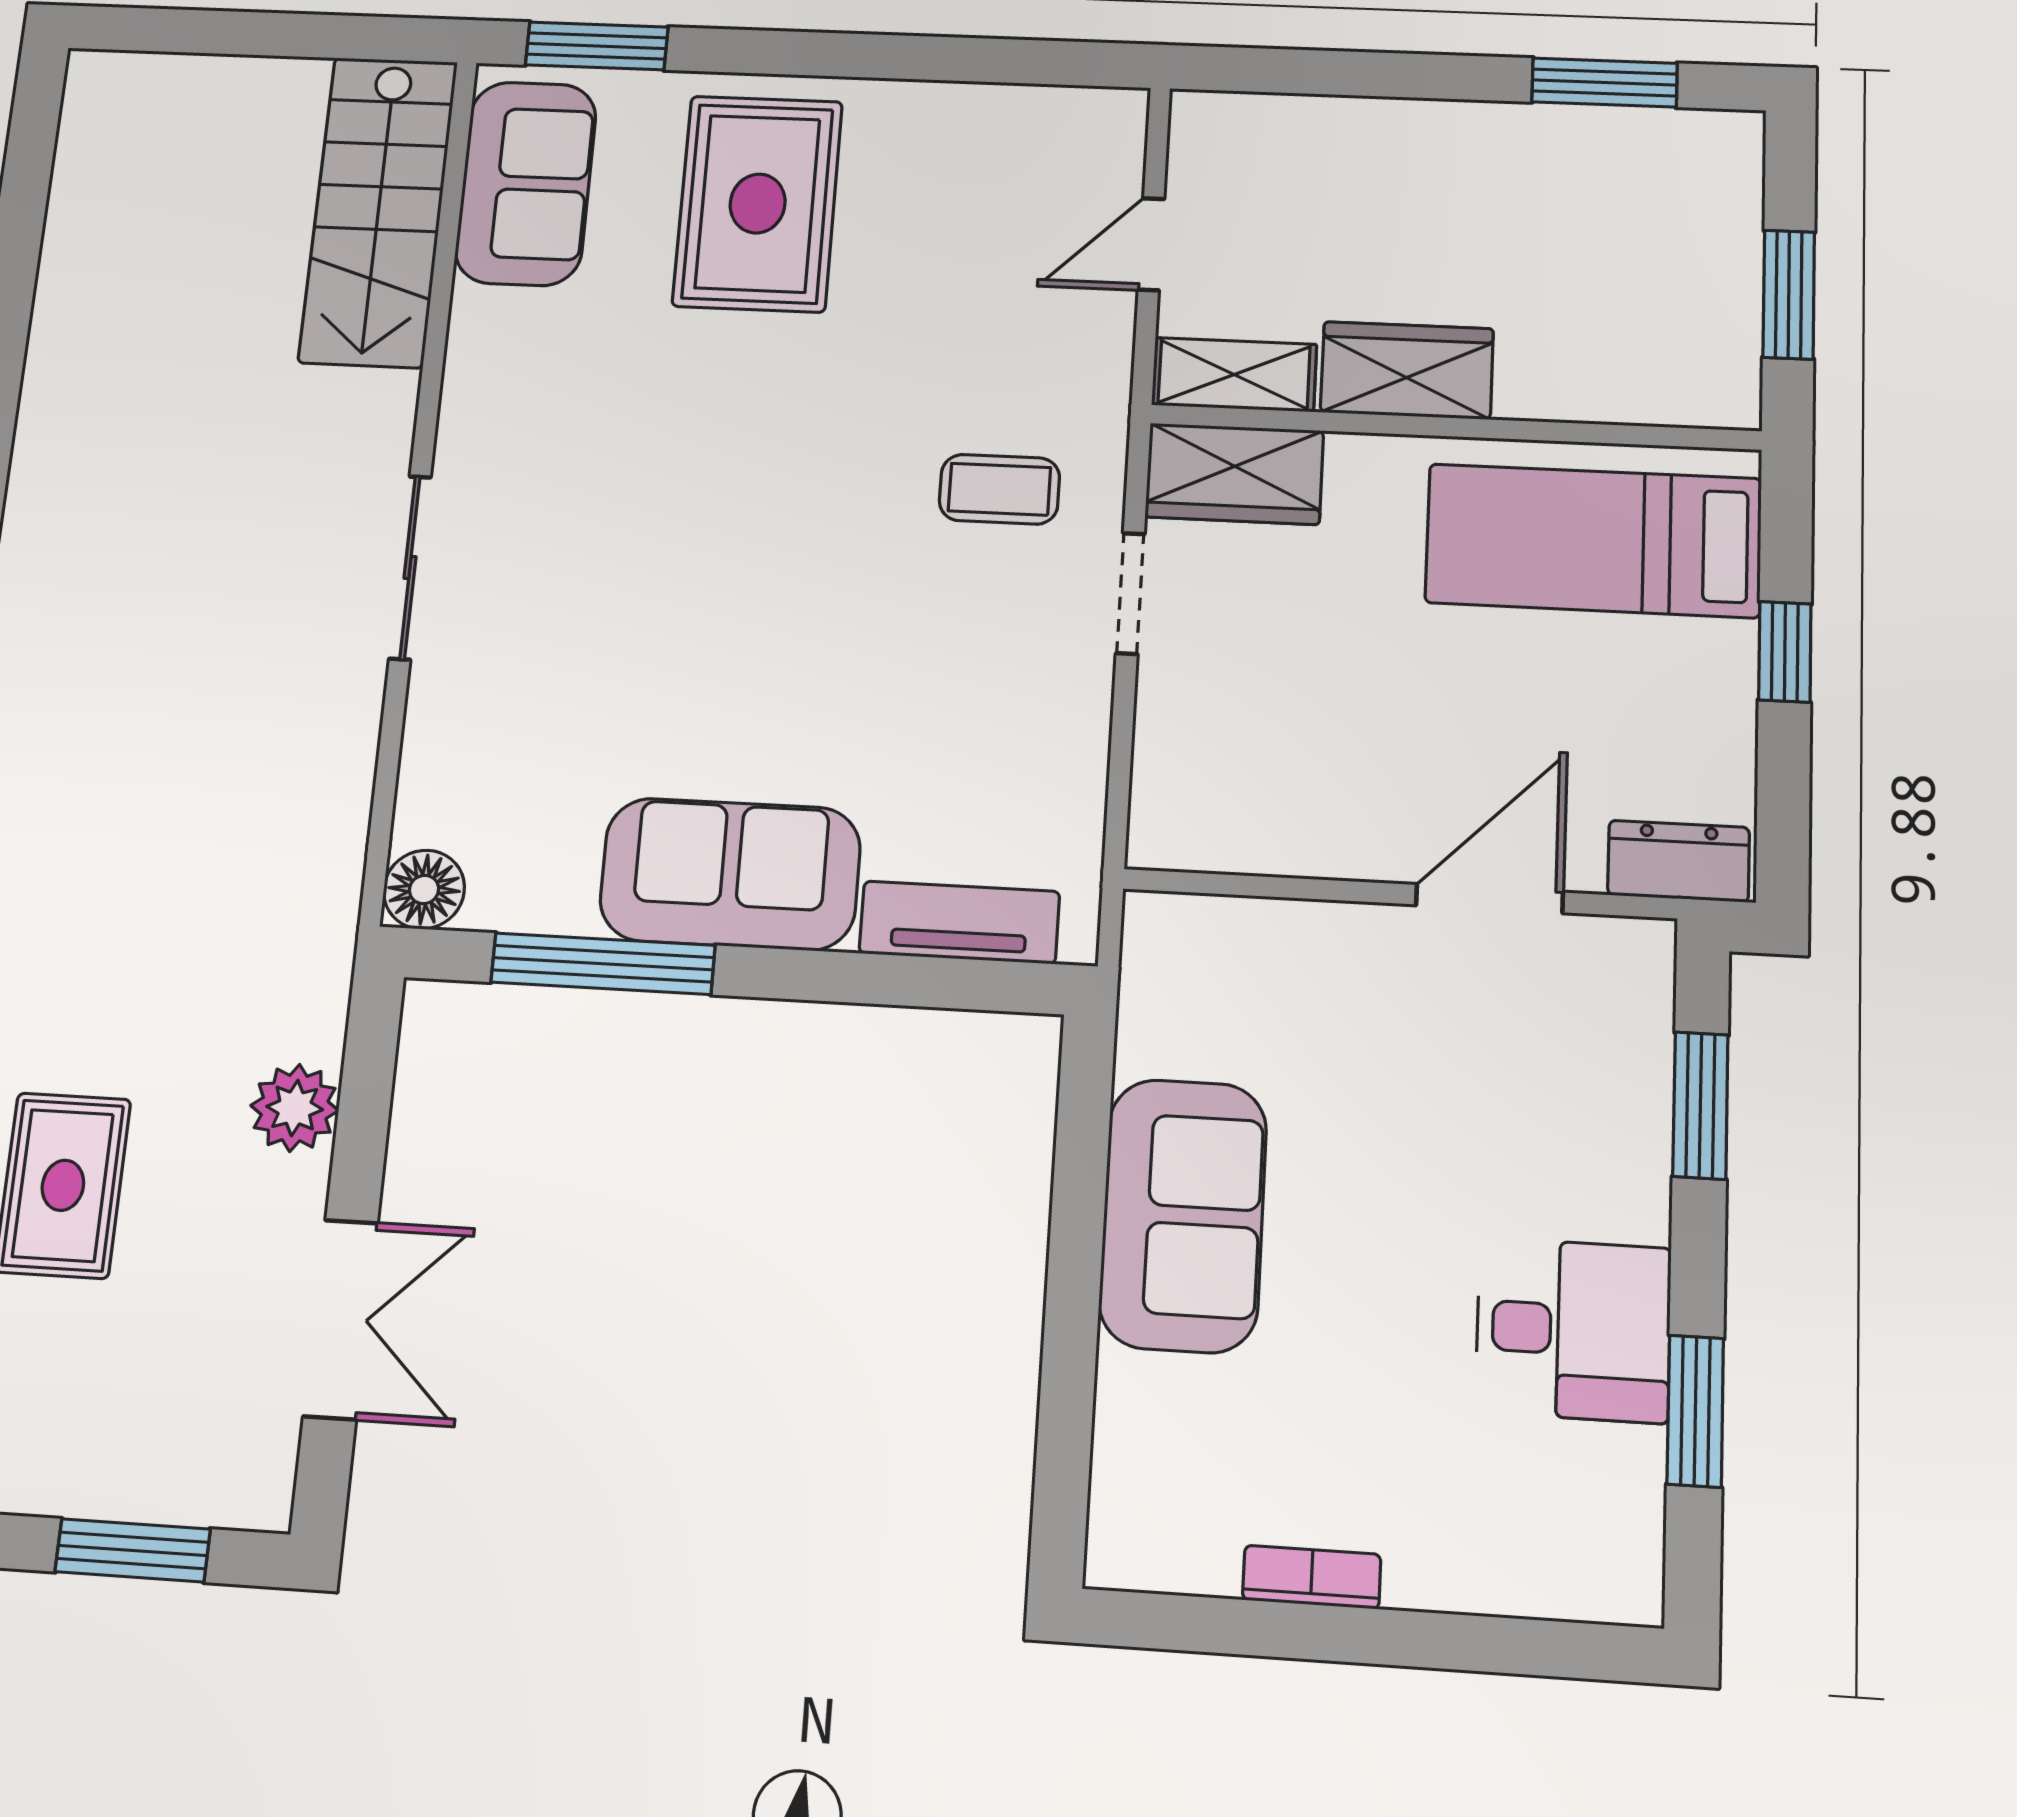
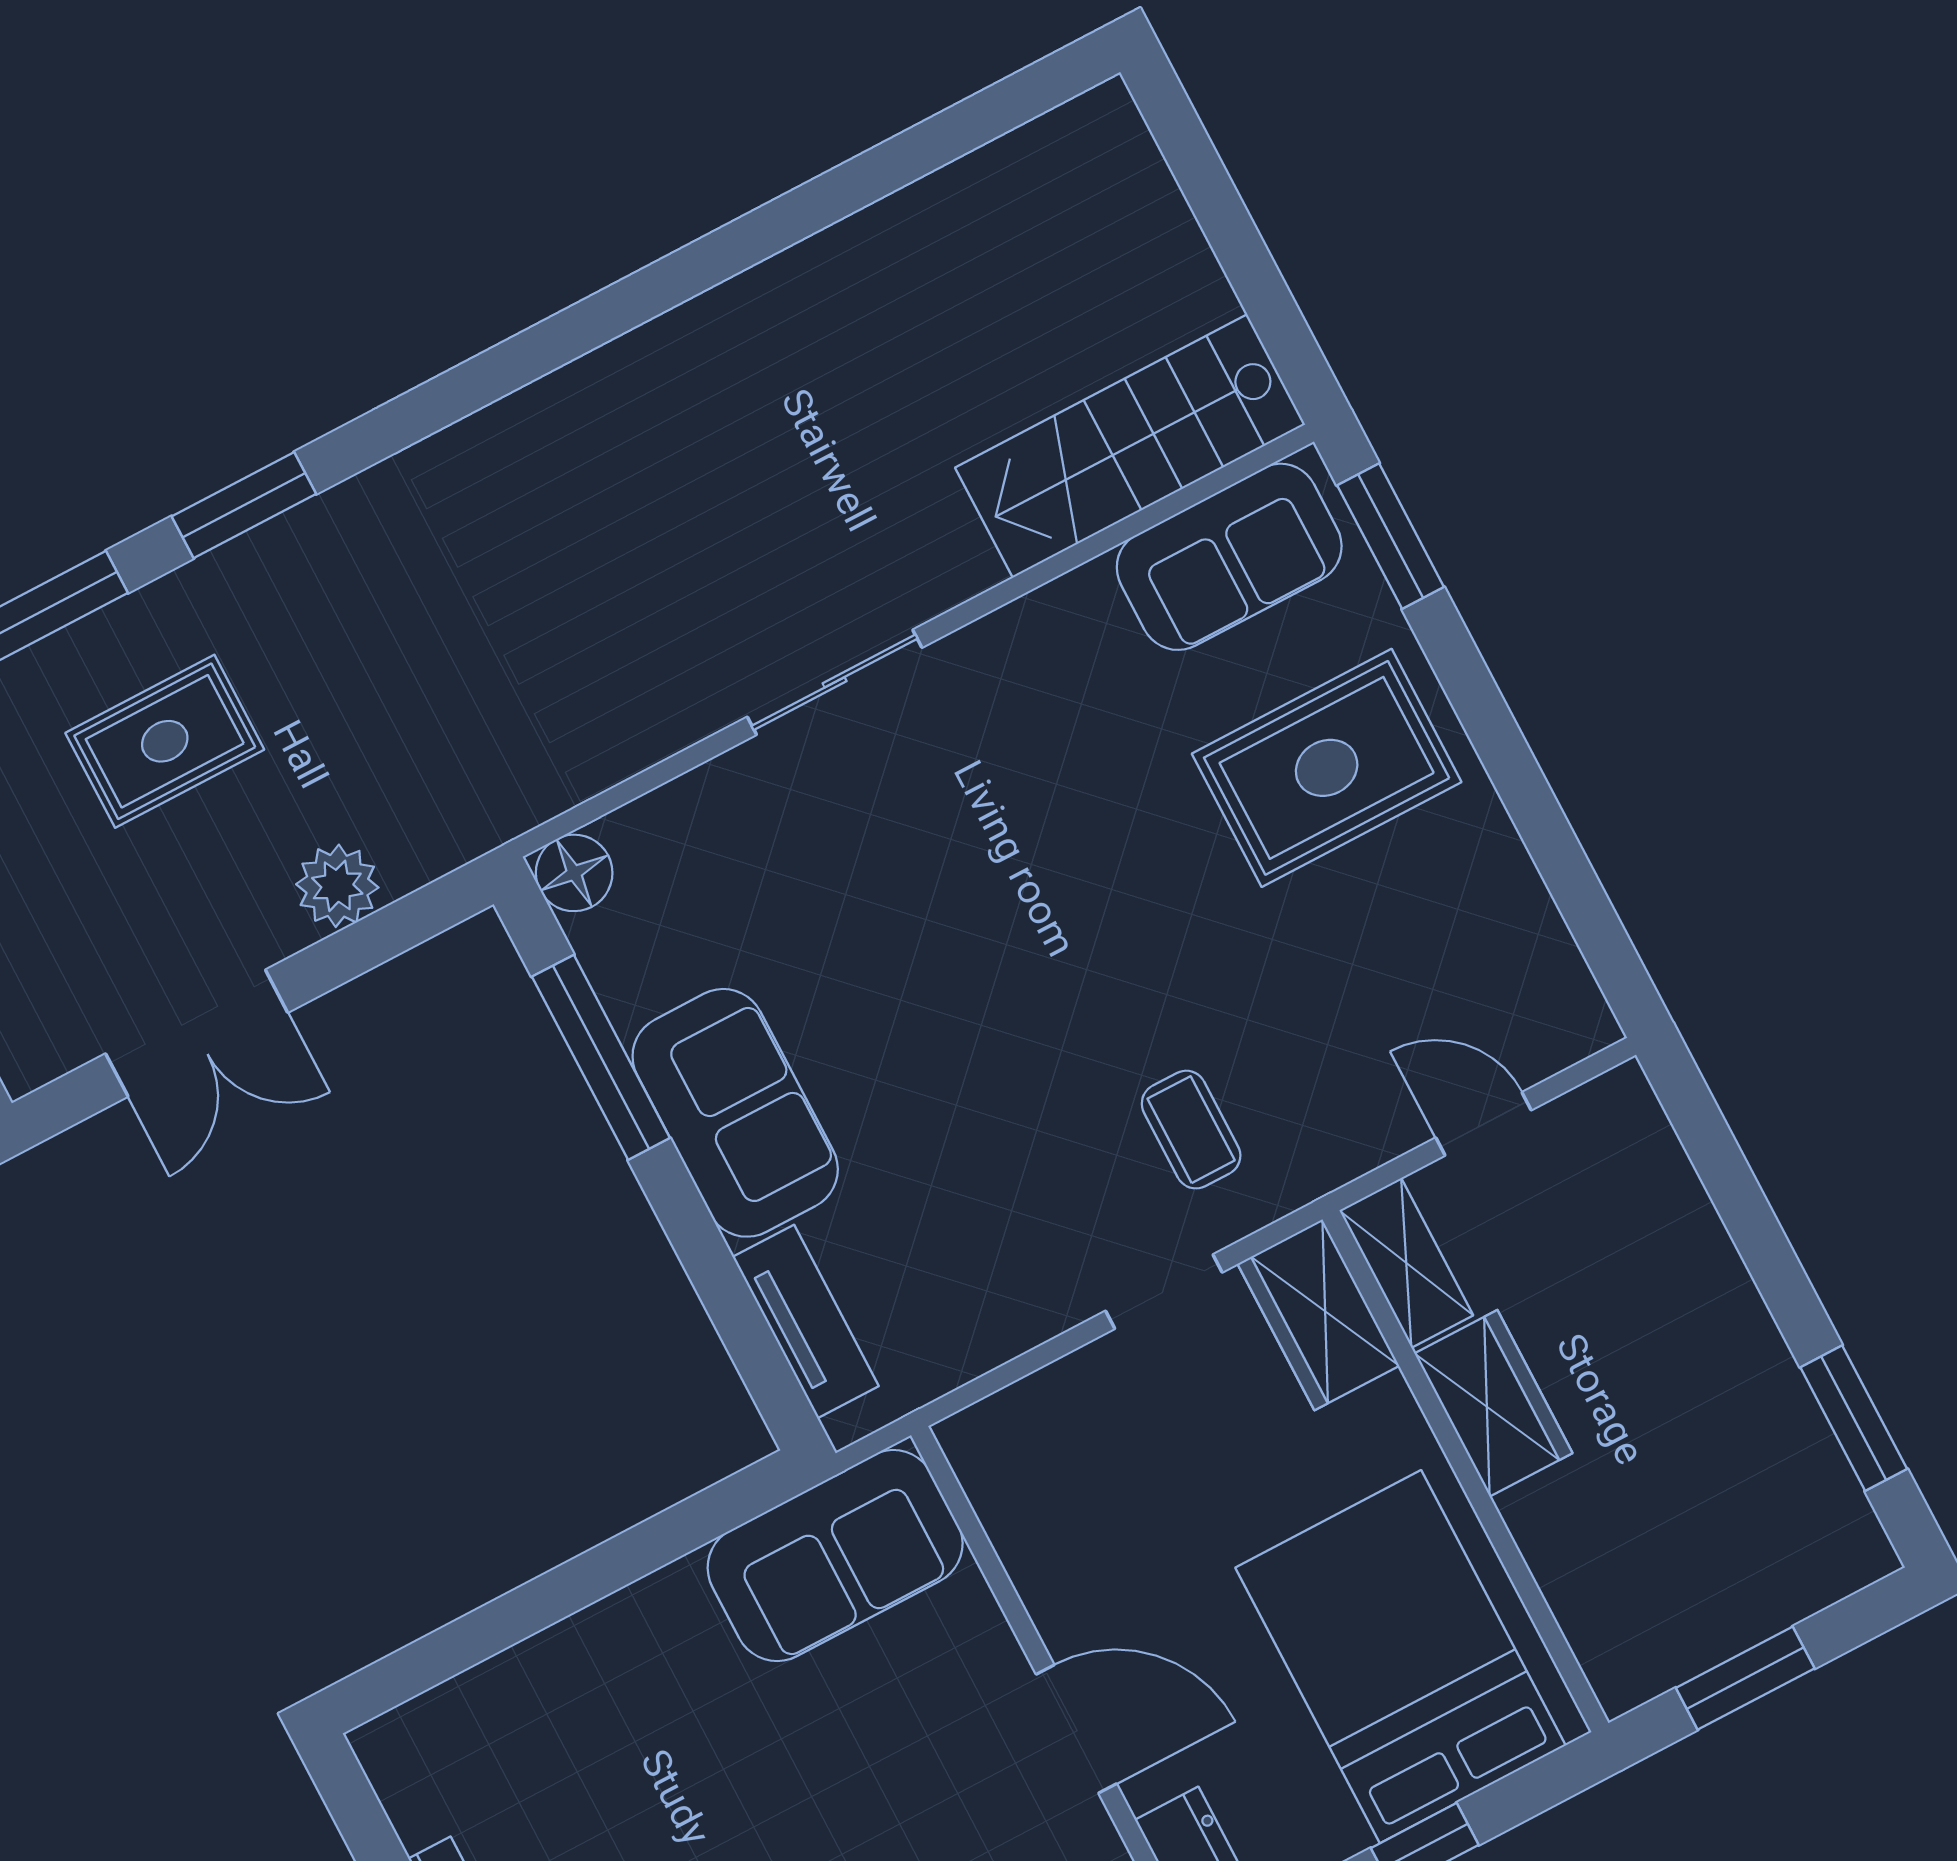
bed: (1593, 541) -> (1401, 1657), width x1.50
sofa: (1183, 1215) -> (835, 1556), moved

